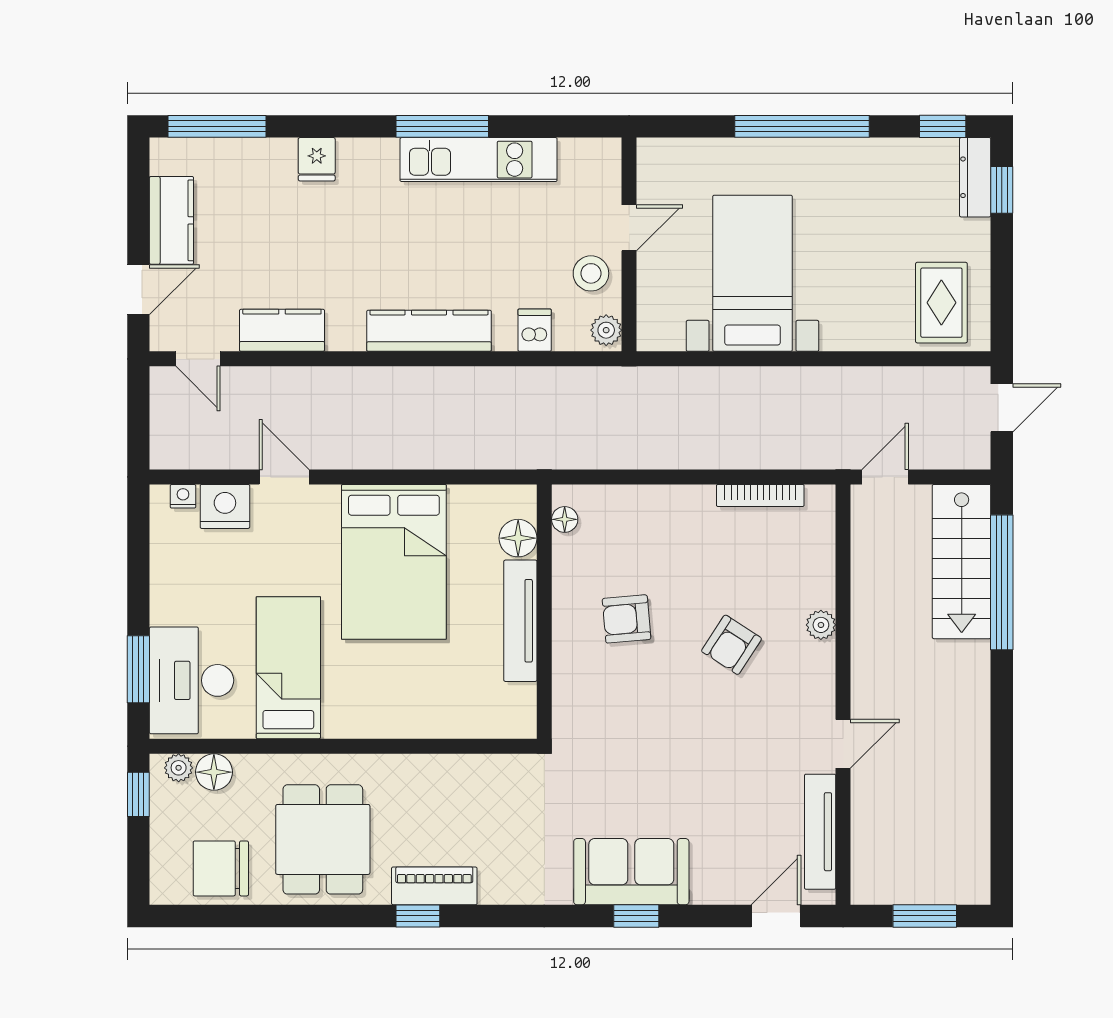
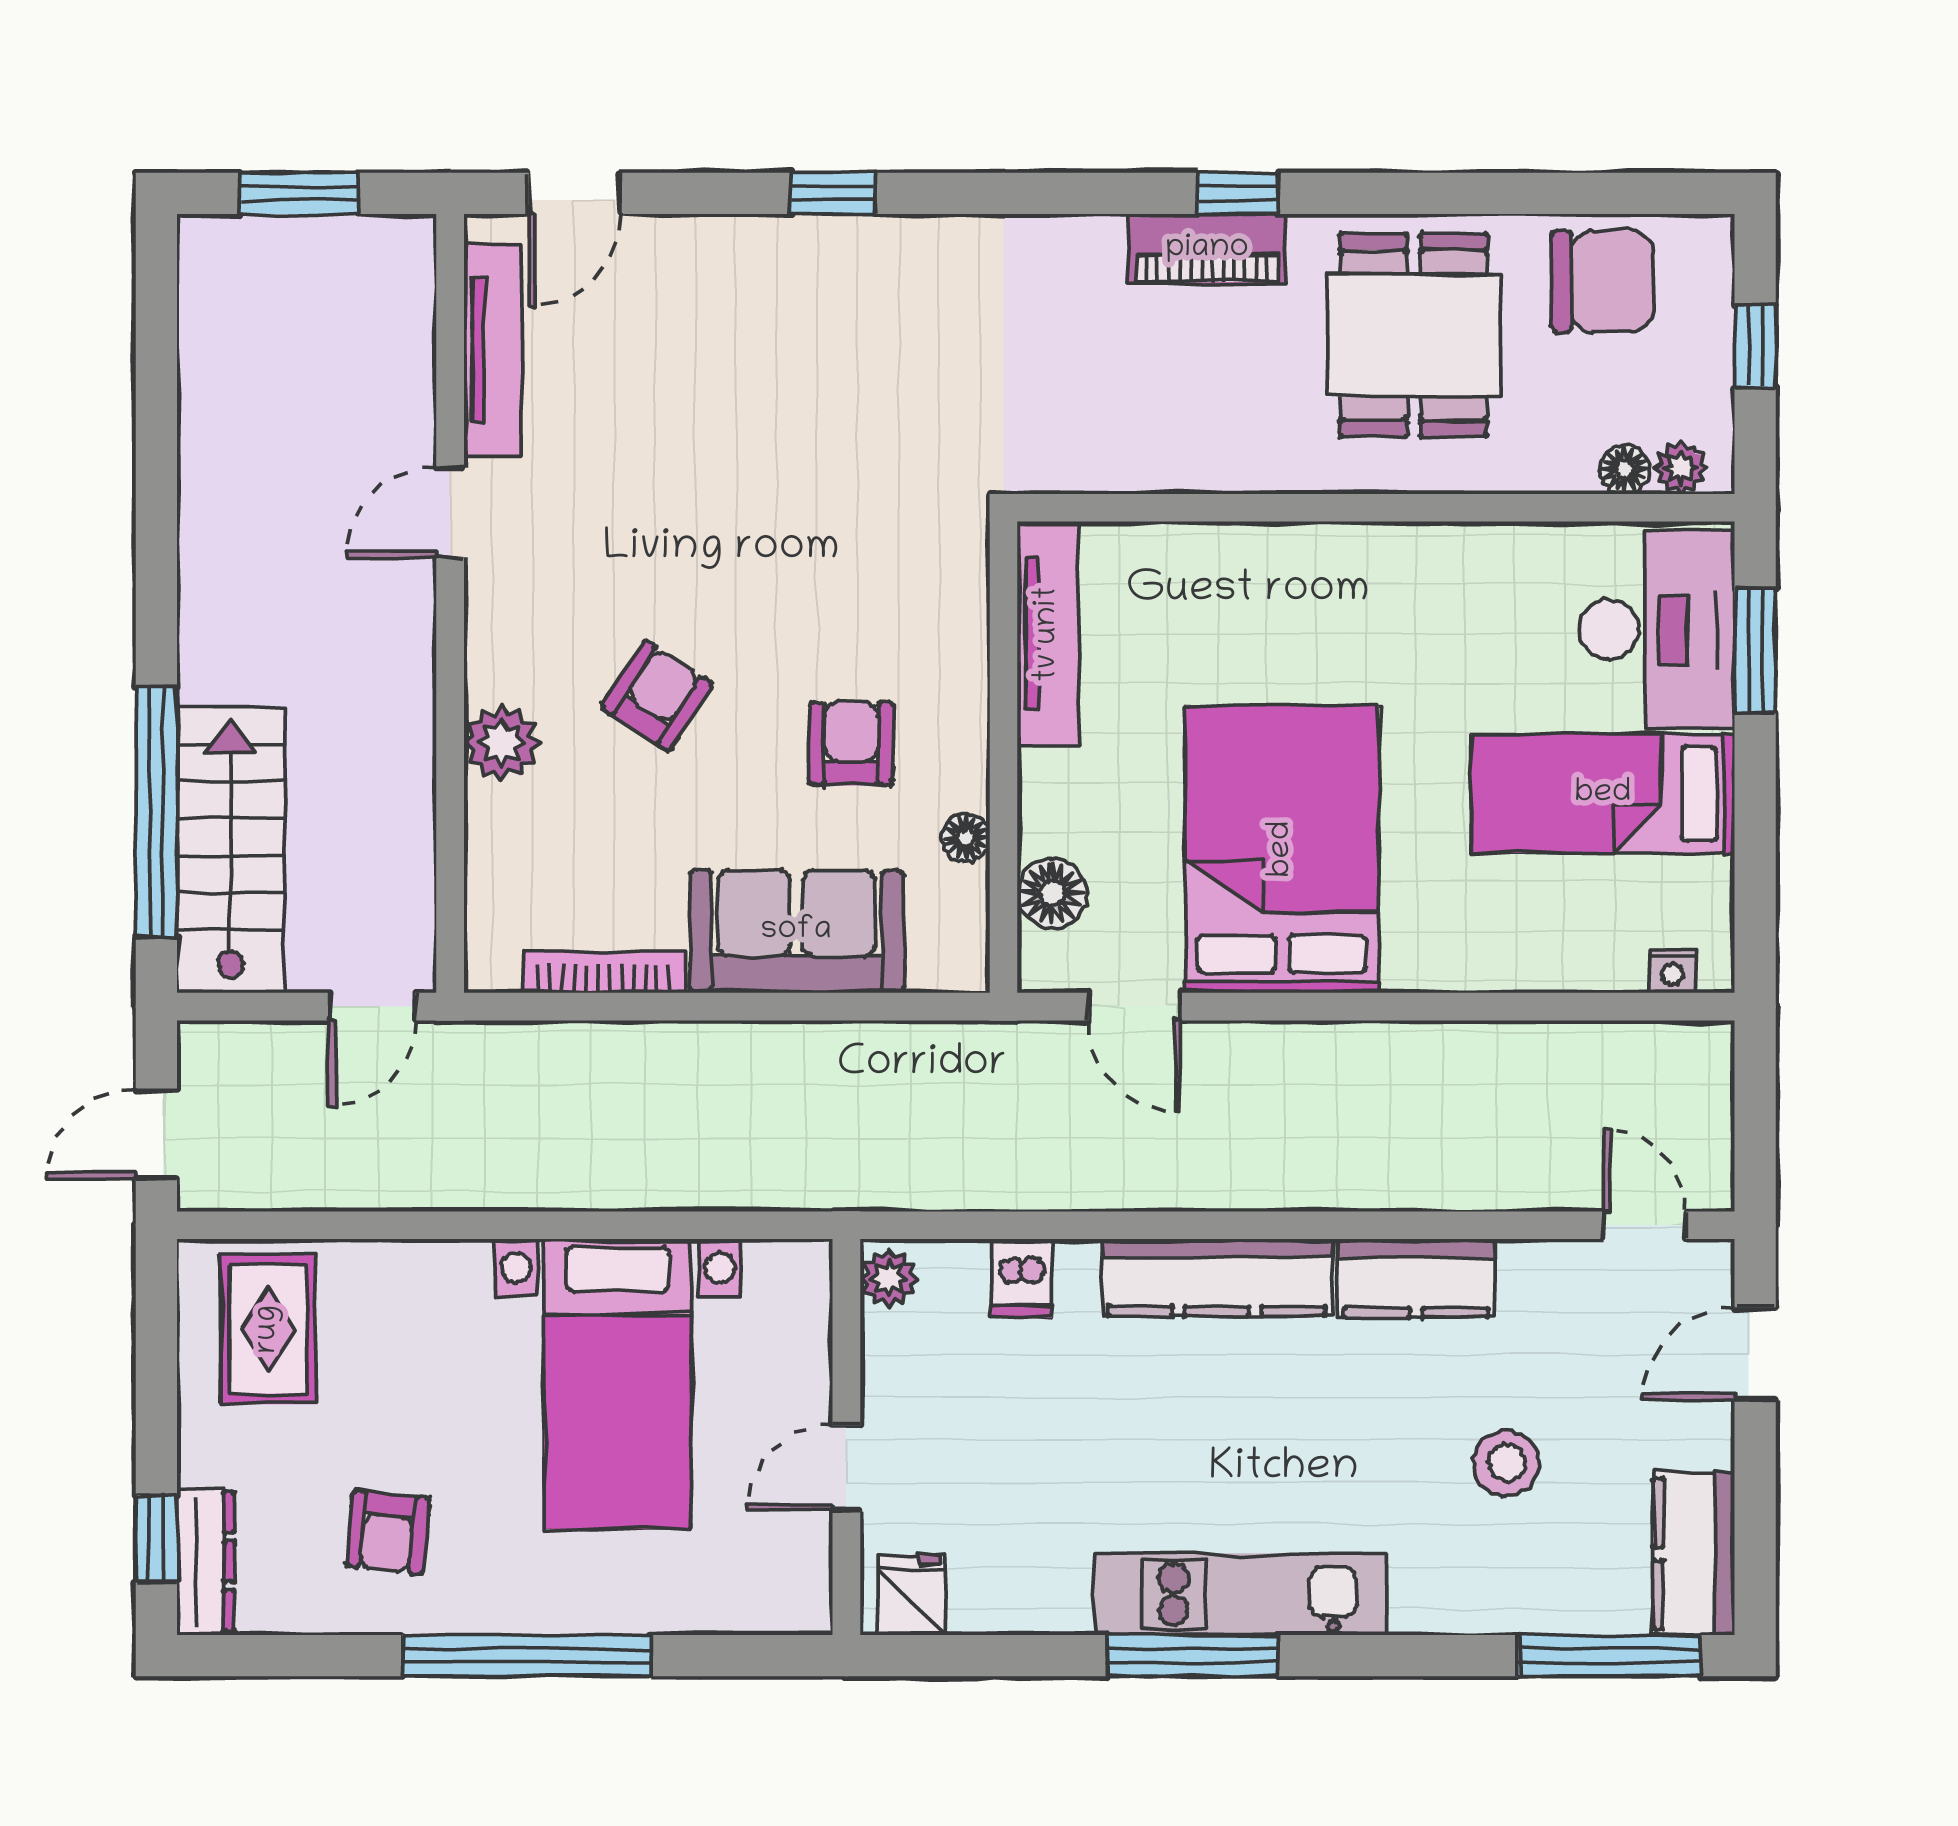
window: (943, 126) -> (266, 1656), removed
fridge: (317, 159) -> (912, 1595), moved
kitchen unit: (479, 160) -> (1240, 1594), moved
armchair: (877, 193) -> (388, 1532), added
kitchen counter: (171, 220) -> (1694, 1554), moved
stool: (591, 273) -> (1506, 1463), moved
kitchen counter: (282, 330) -> (1416, 1278), moved
door: (284, 477) -> (1134, 1007), moved
nightstand: (225, 506) -> (1595, 952), removed
floor lamp: (565, 519) -> (966, 838), moved
armchair: (627, 619) -> (851, 744), turned -85
tv unit: (520, 621) -> (1048, 634), moved
plant: (821, 625) -> (502, 743), width x1.38, depth x1.38
bed: (288, 668) -> (1603, 794), moved, turned 90
floor lamp: (214, 772) -> (1624, 469), width x0.73, depth x0.73
window: (138, 794) -> (1755, 346), moved
sofa: (631, 872) -> (796, 931), moved, turned 180

